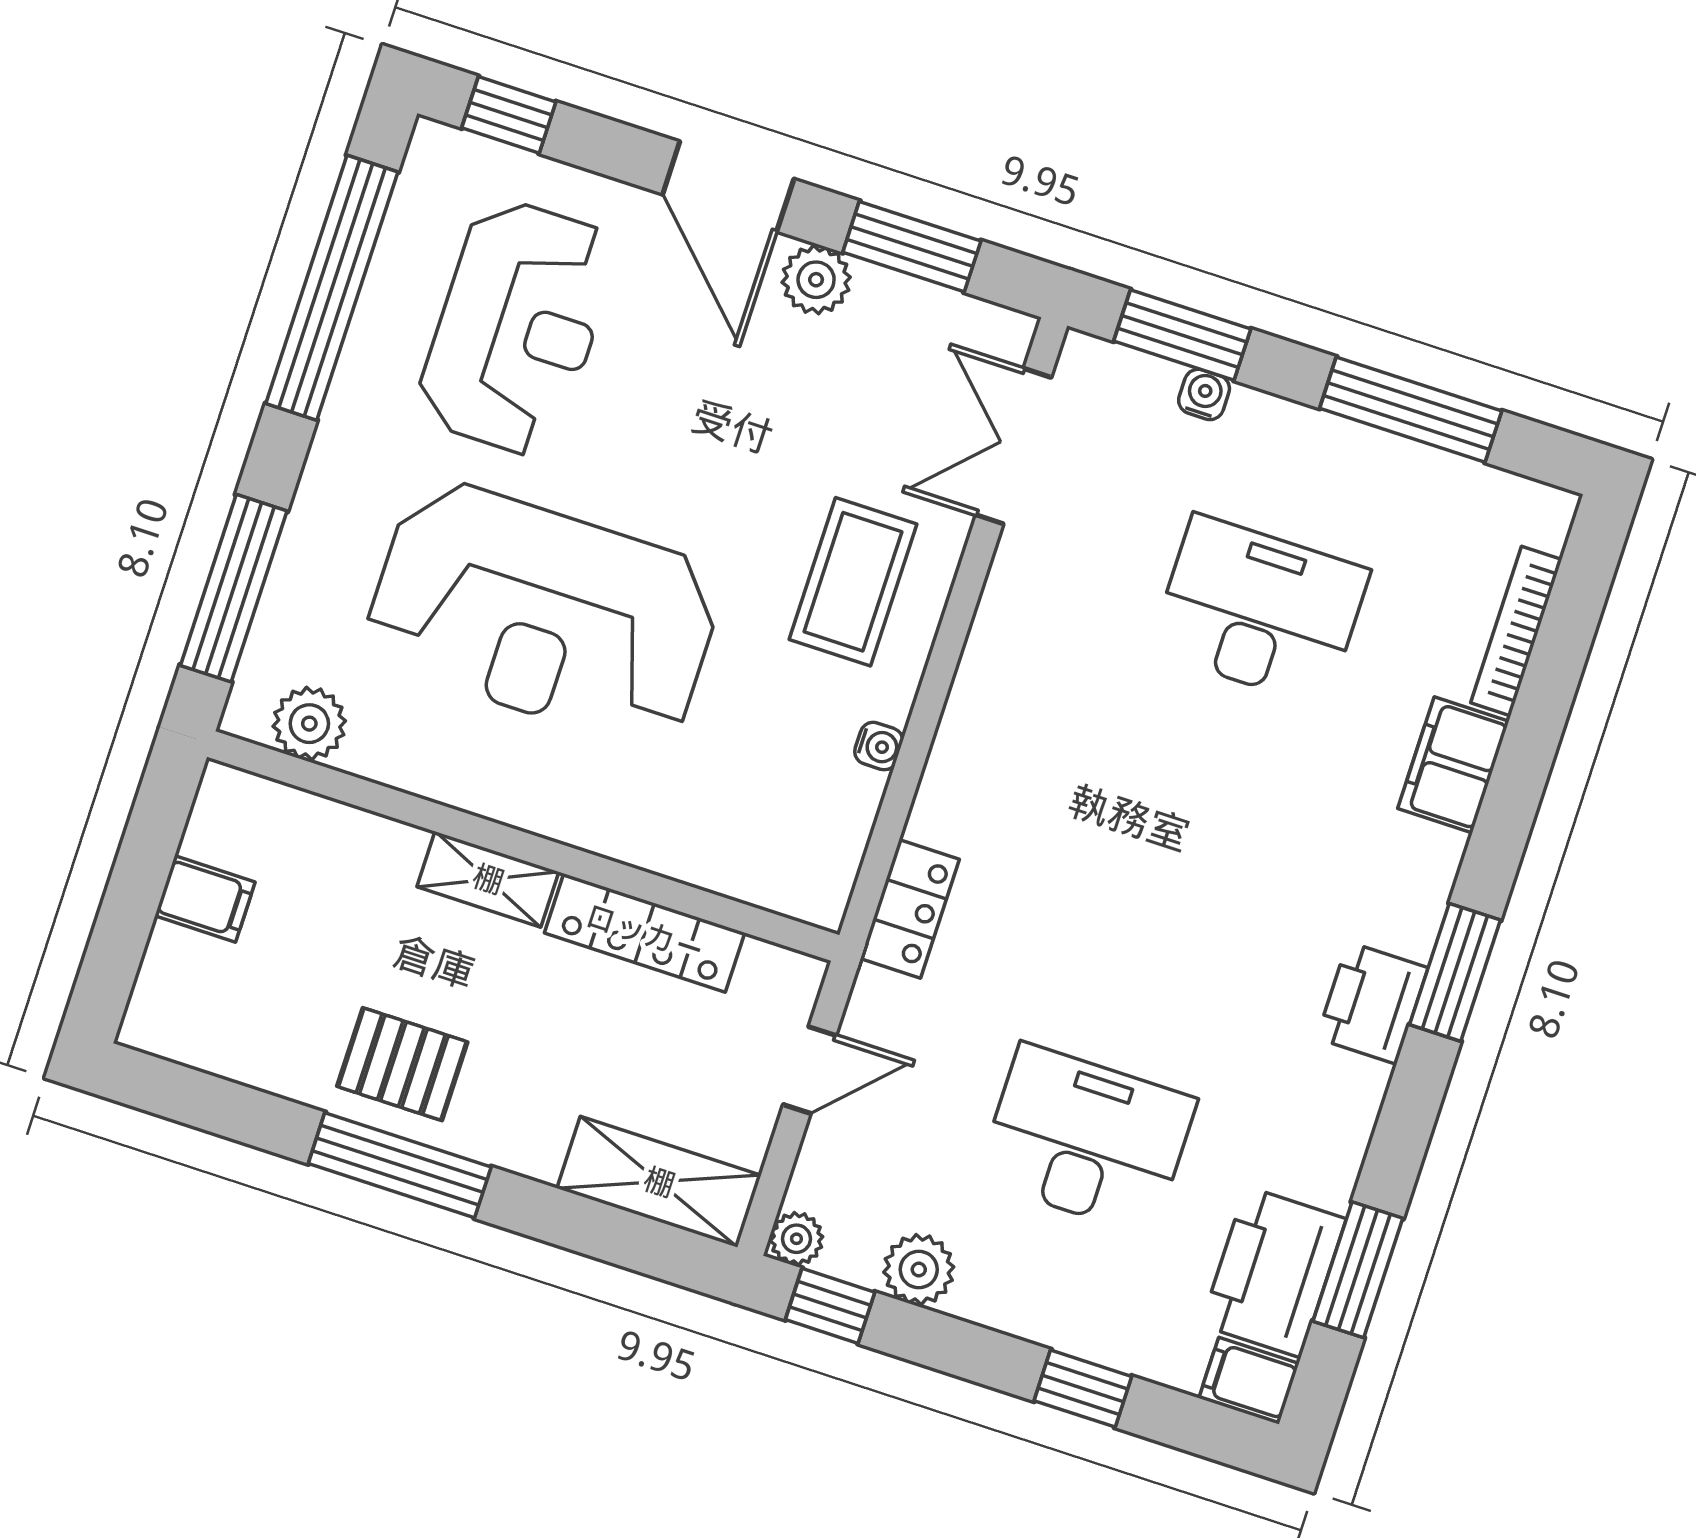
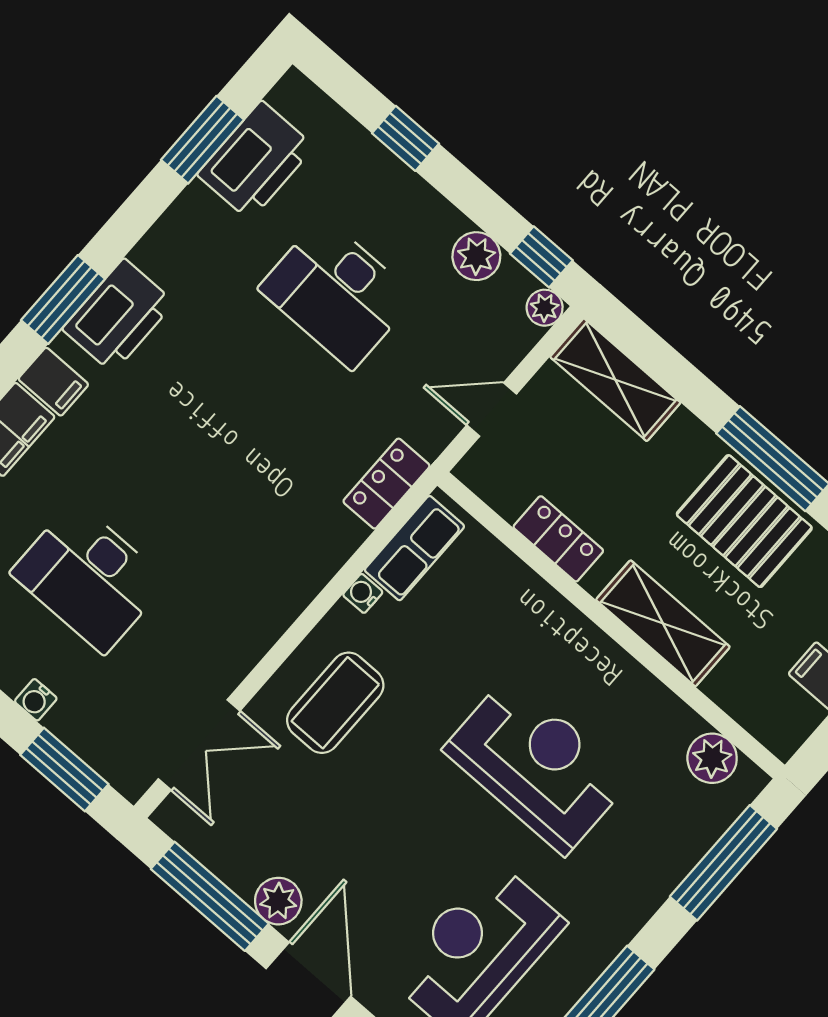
window: (912, 247) -> (210, 896), width x1.44
water cooler: (1204, 394) -> (36, 700), moved
reception desk: (543, 614) -> (537, 765), width x0.74, depth x0.77
row of seats: (835, 837) -> (414, 548), added
shelving: (488, 879) -> (663, 623), width x1.50, depth x1.33
locker: (645, 933) -> (558, 539), width x0.66
printer: (1372, 1003) -> (118, 316), width x1.37, depth x1.19
pallet: (402, 1064) -> (744, 521), width x1.50, depth x1.42
filing cabinet: (1249, 1380) -> (53, 382), moved

